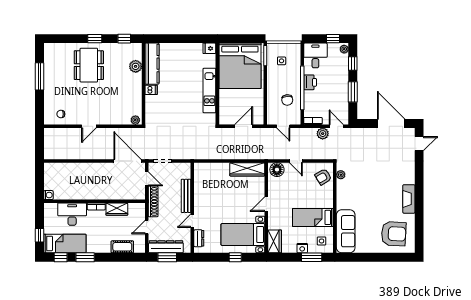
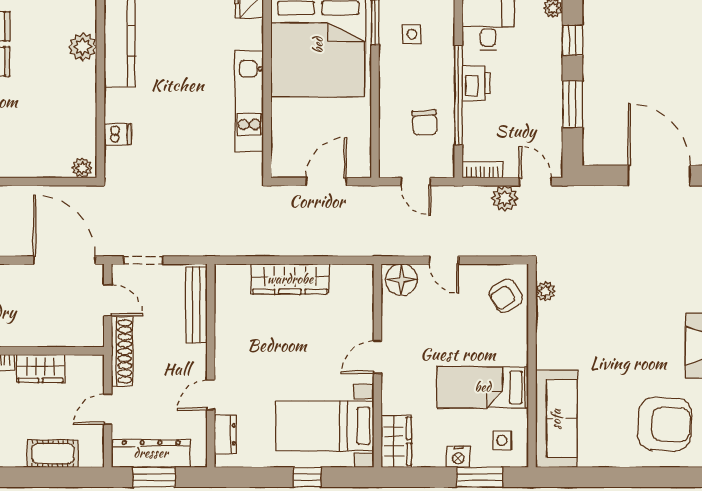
dishwasher: (151, 90) -> (118, 134), moved
wardrobe: (247, 169) -> (290, 279), moved
bench: (186, 196) -> (196, 305), moved

